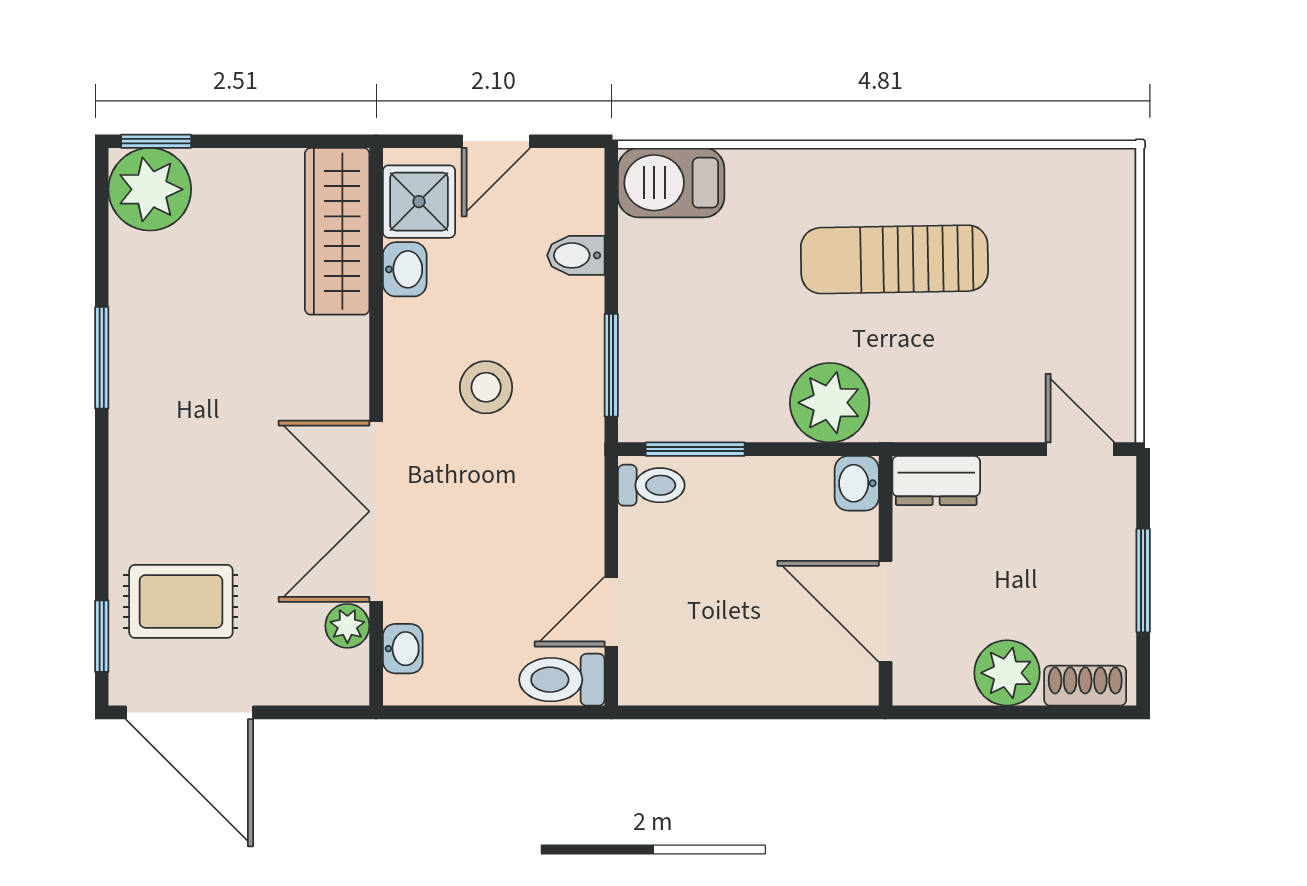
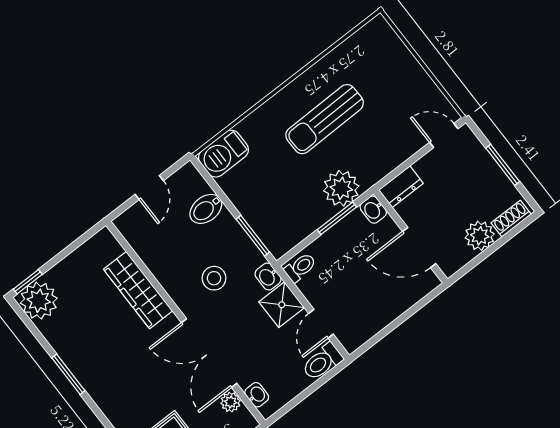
shower: (419, 202) -> (282, 305), moved
wardrobe: (337, 231) -> (138, 290), moved
bidet: (576, 255) -> (206, 209), width x1.38, depth x1.36
washbasin: (405, 269) -> (268, 276), moved, turned 180
window: (695, 449) -> (337, 218), moved

